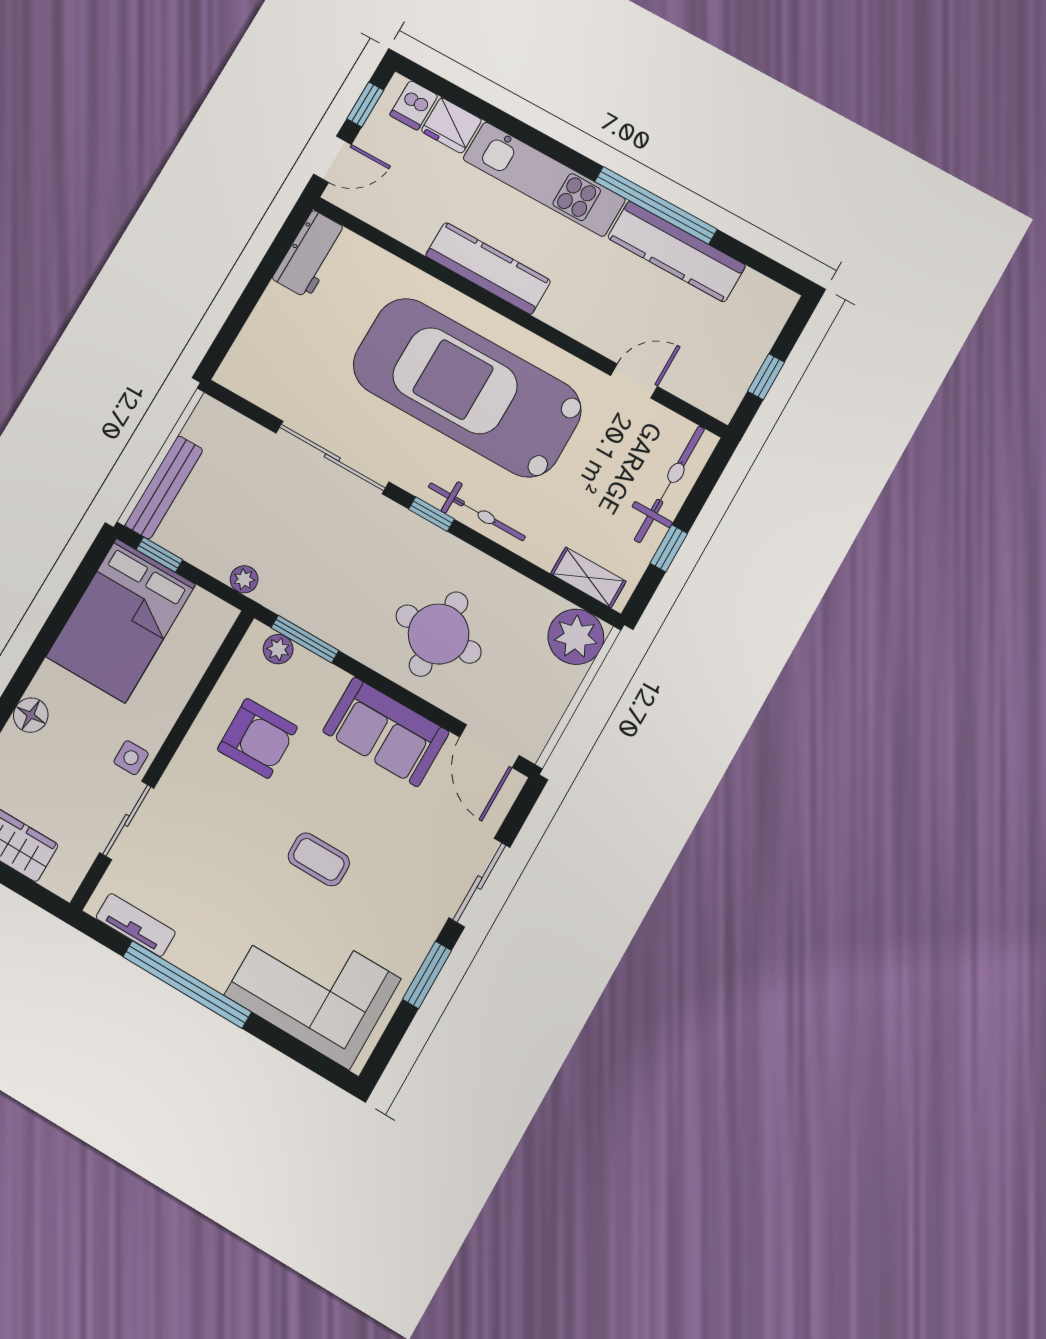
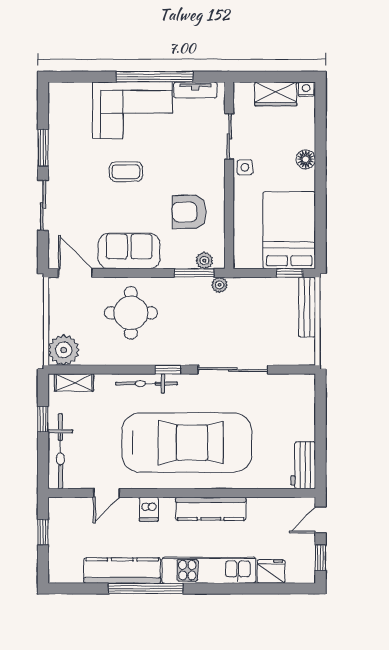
dishwasher: (414, 105) -> (149, 509), moved, turned 180
plant: (244, 579) -> (219, 285), moved
corner sofa: (312, 987) -> (132, 110), moved

